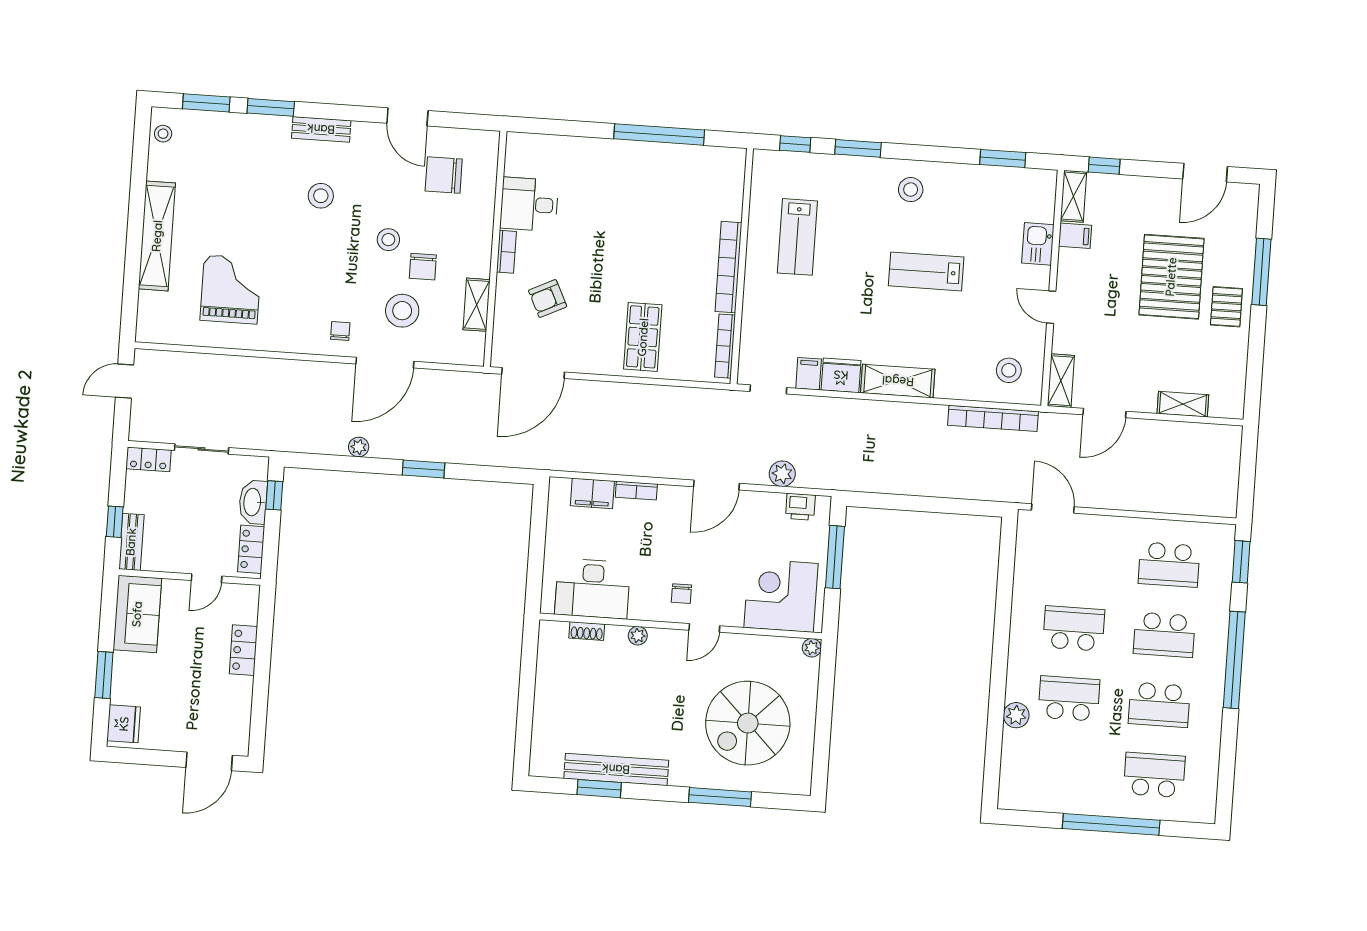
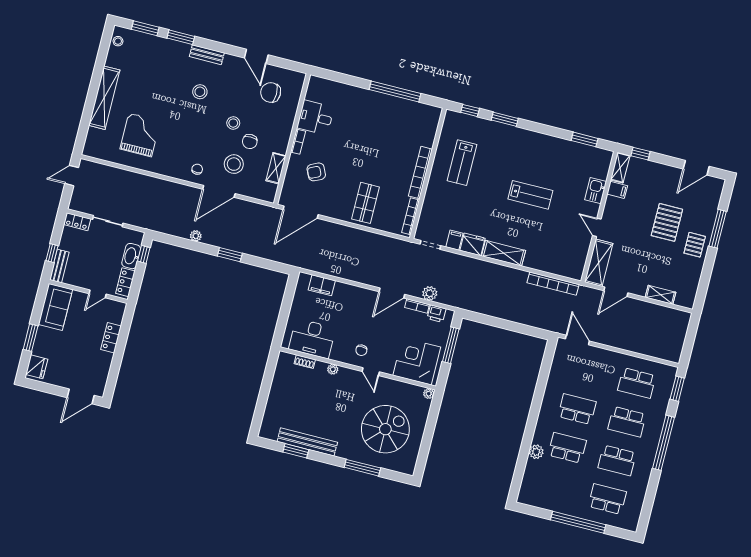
stool: (911, 190) -> (530, 148), removed
lab bench: (926, 271) -> (530, 195), turned 180
pallet: (1171, 277) -> (667, 222), width x0.73, depth x0.71
stool: (1009, 370) -> (567, 258), removed
shelving: (1061, 381) -> (599, 263), width x1.50, depth x1.33
bookcase: (636, 491) -> (417, 306), moved
door: (704, 628) -> (371, 372), hinge flipped
spiral stairs: (748, 723) -> (385, 429), turned 180

